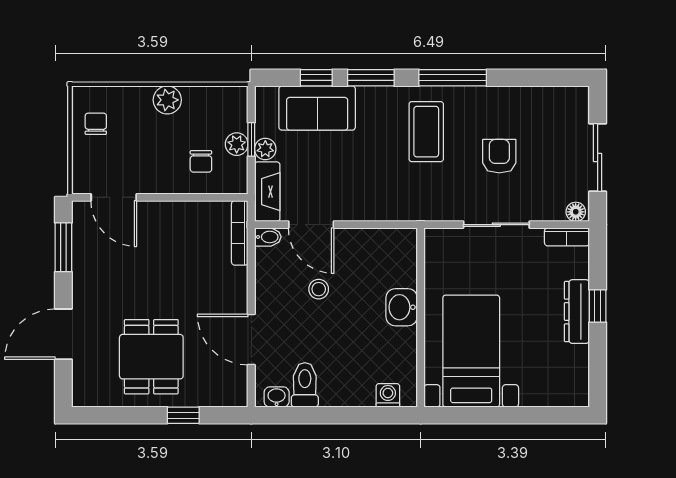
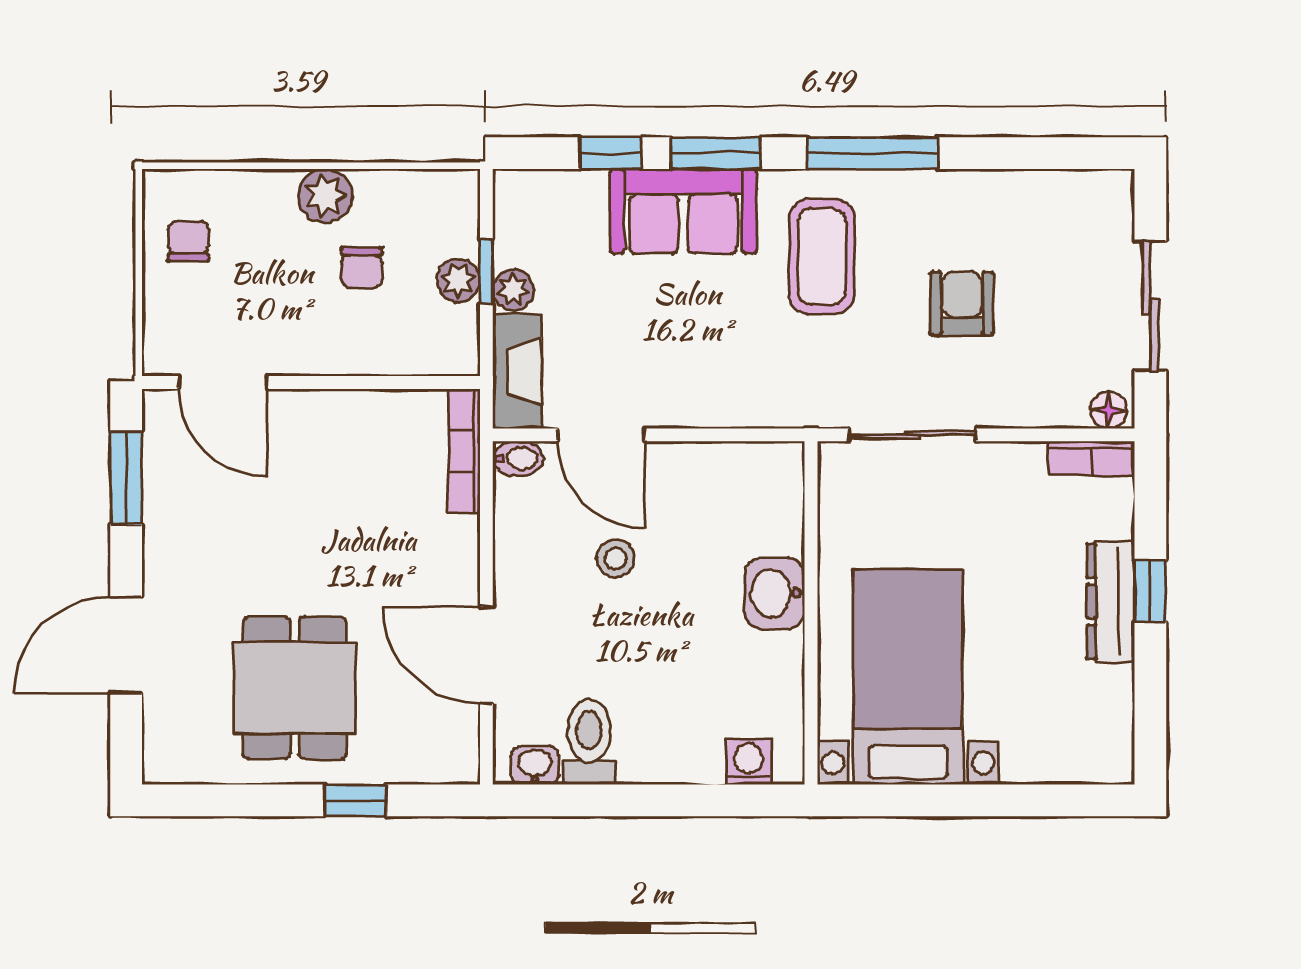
sofa: (317, 108) -> (683, 211), moved
chair: (201, 161) -> (362, 267), moved
sliding door: (496, 225) -> (913, 435), moved

